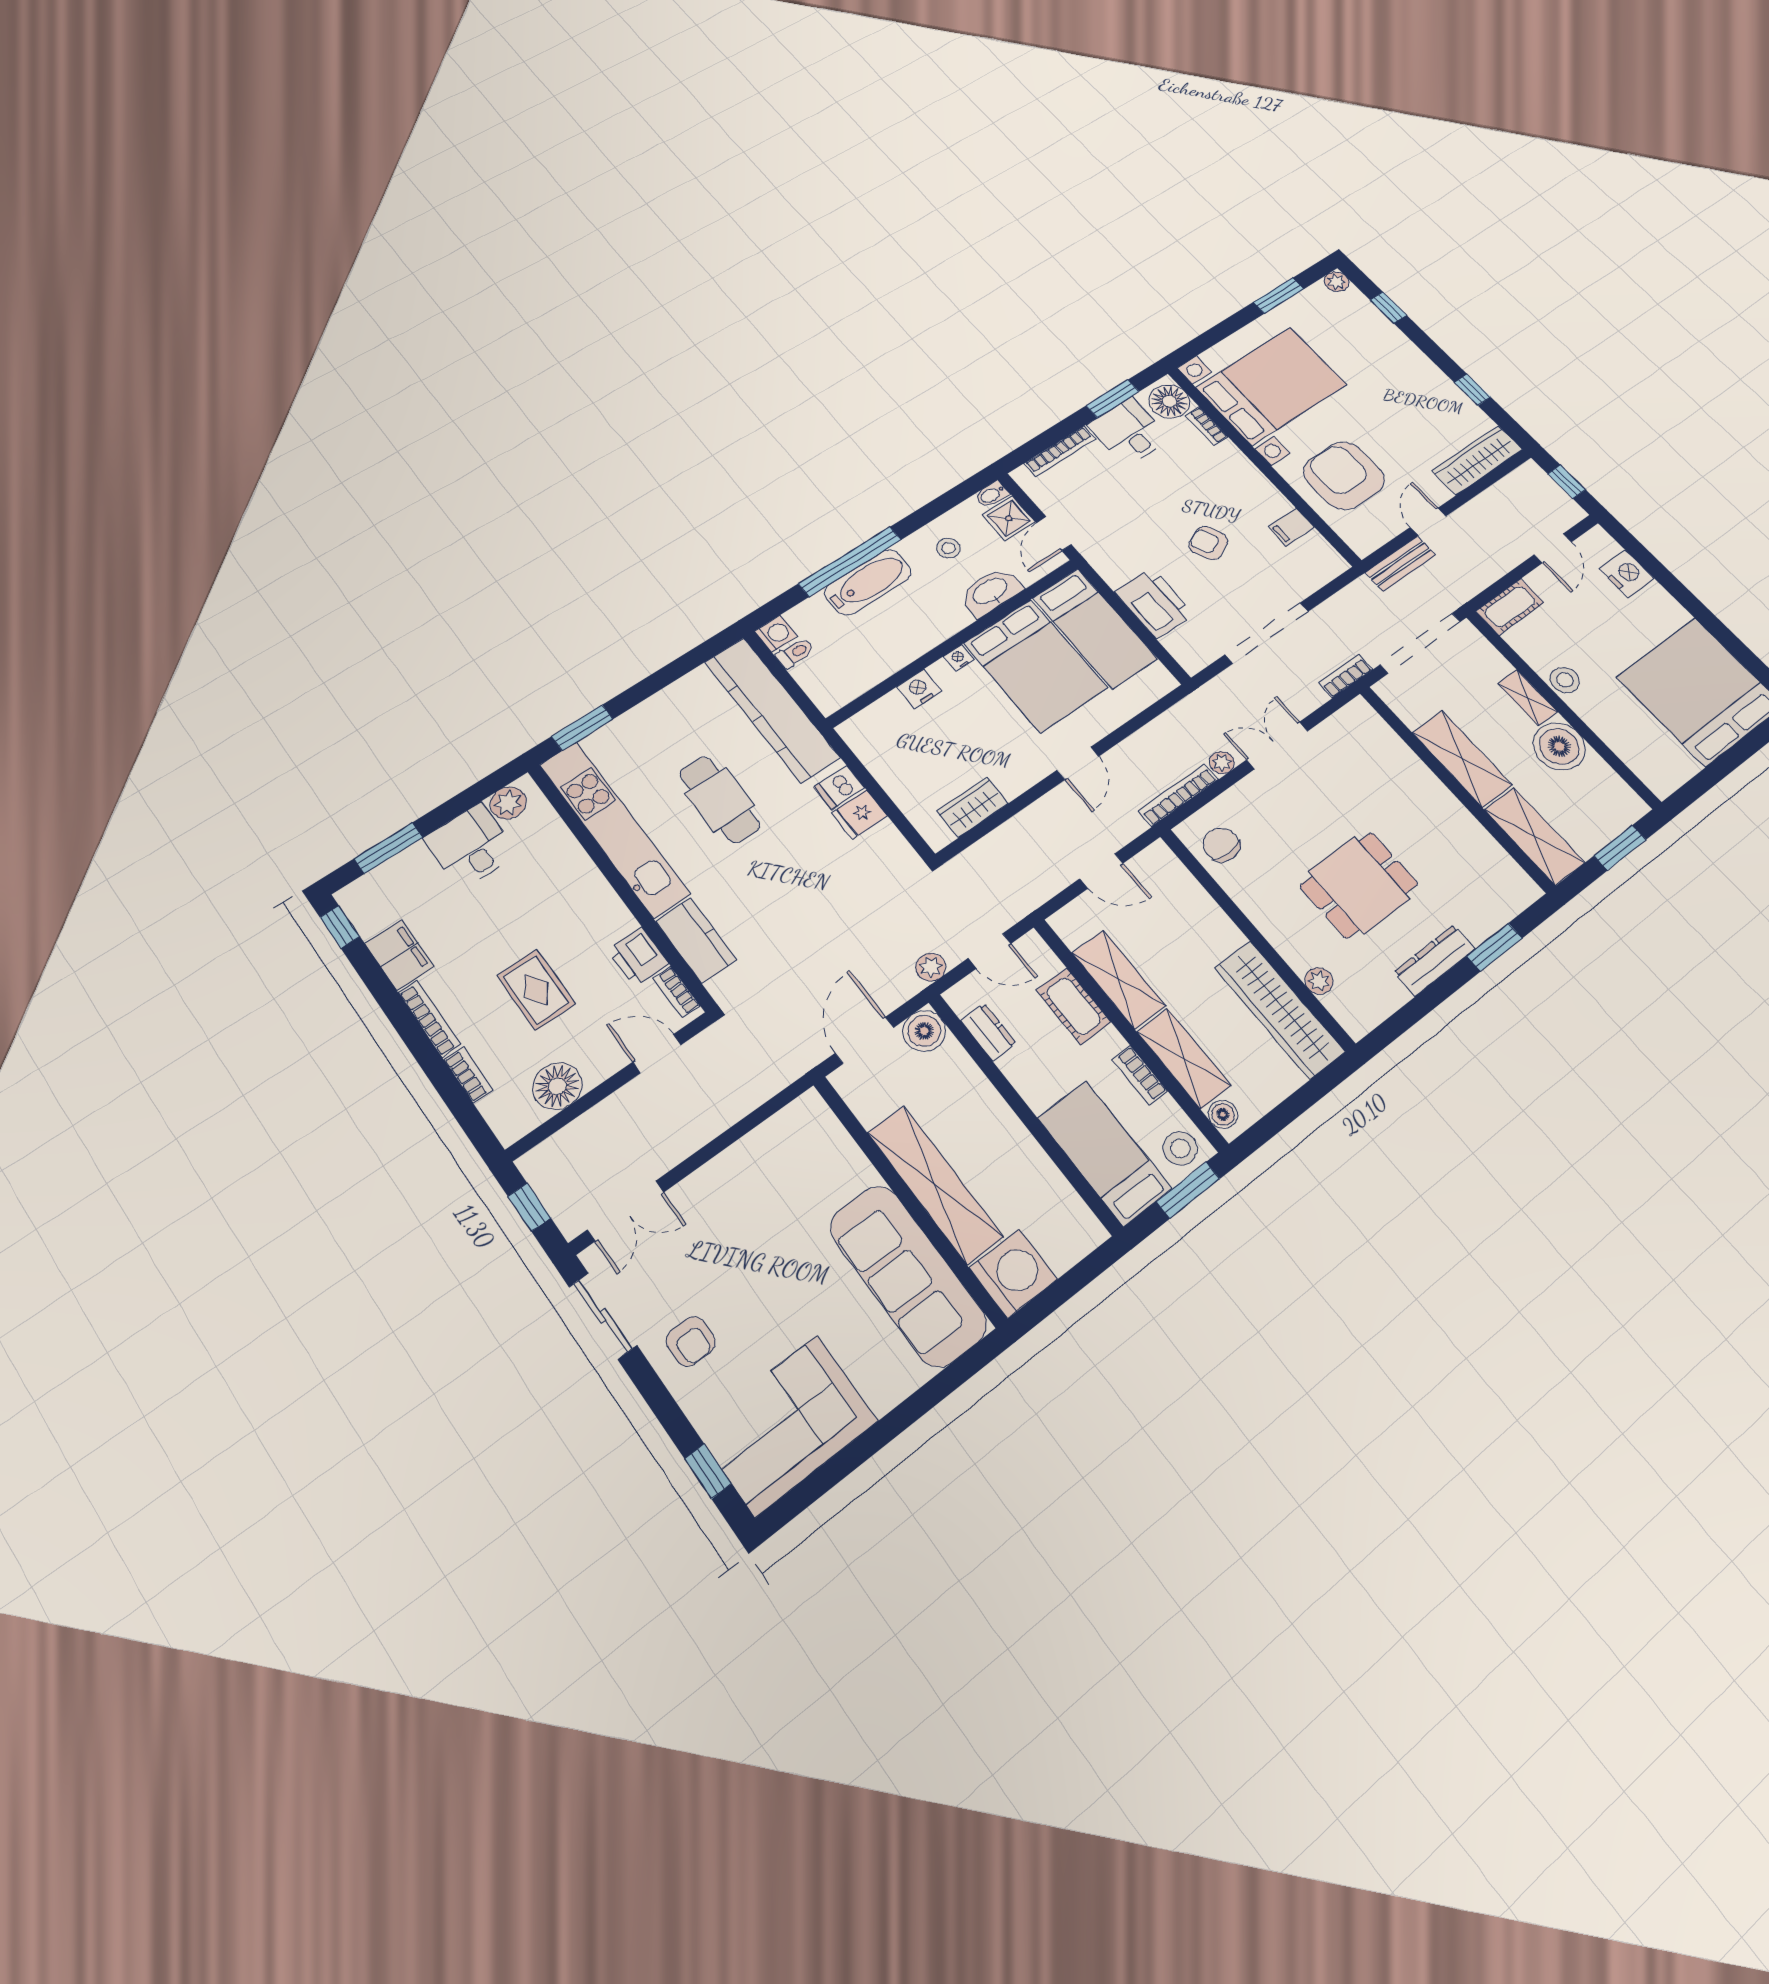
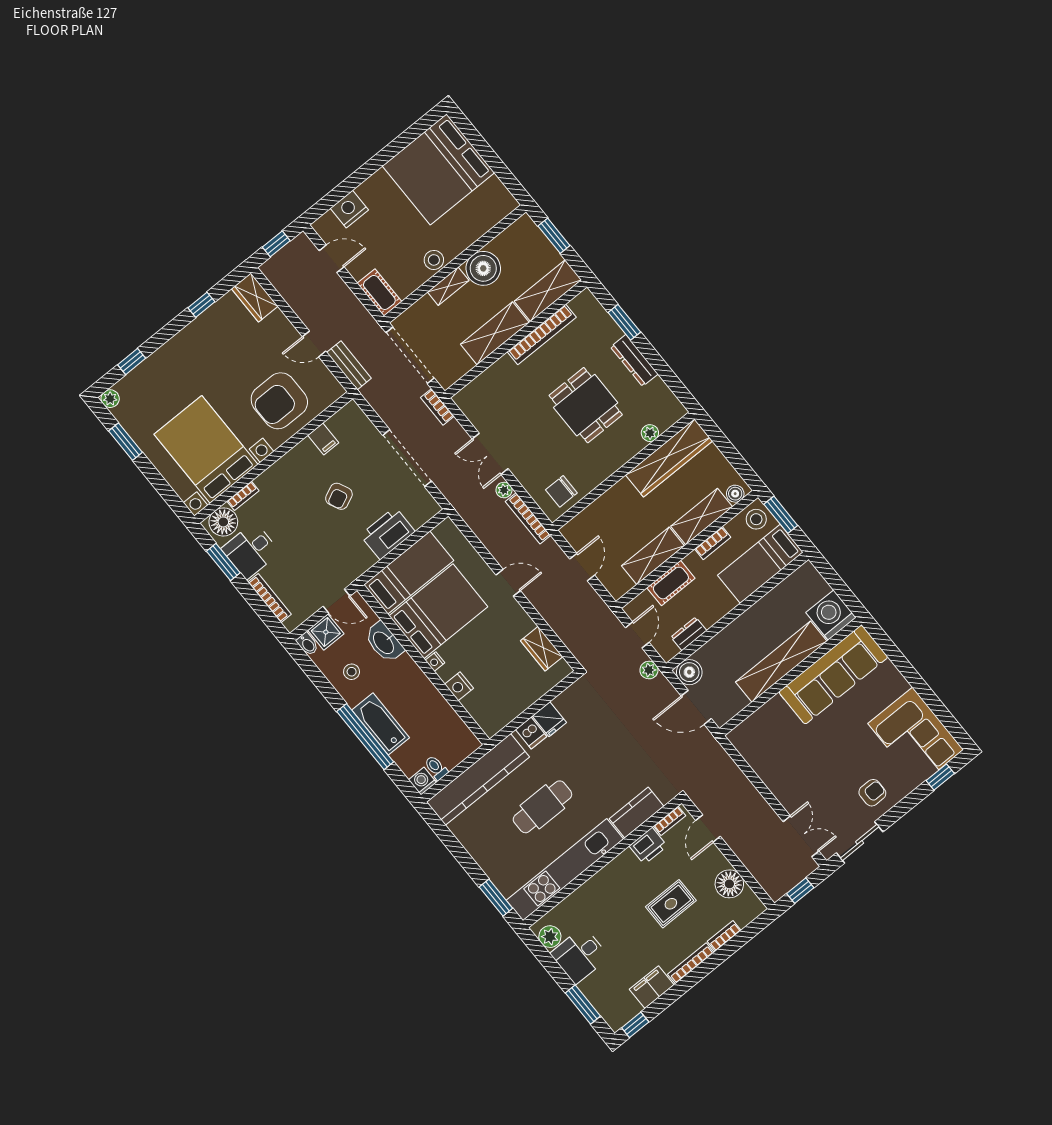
wardrobe: (1477, 460) -> (255, 297), width x0.67
bookcase: (1466, 825) -> (542, 334), added

